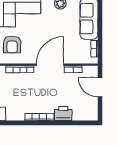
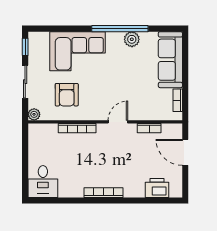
door: (50, 65) -> (118, 122), width x0.53
printer: (63, 114) -> (157, 188), moved

